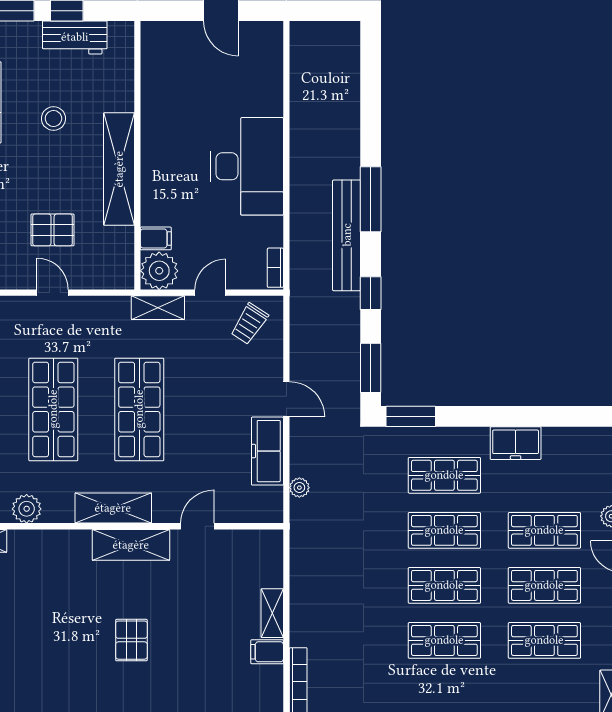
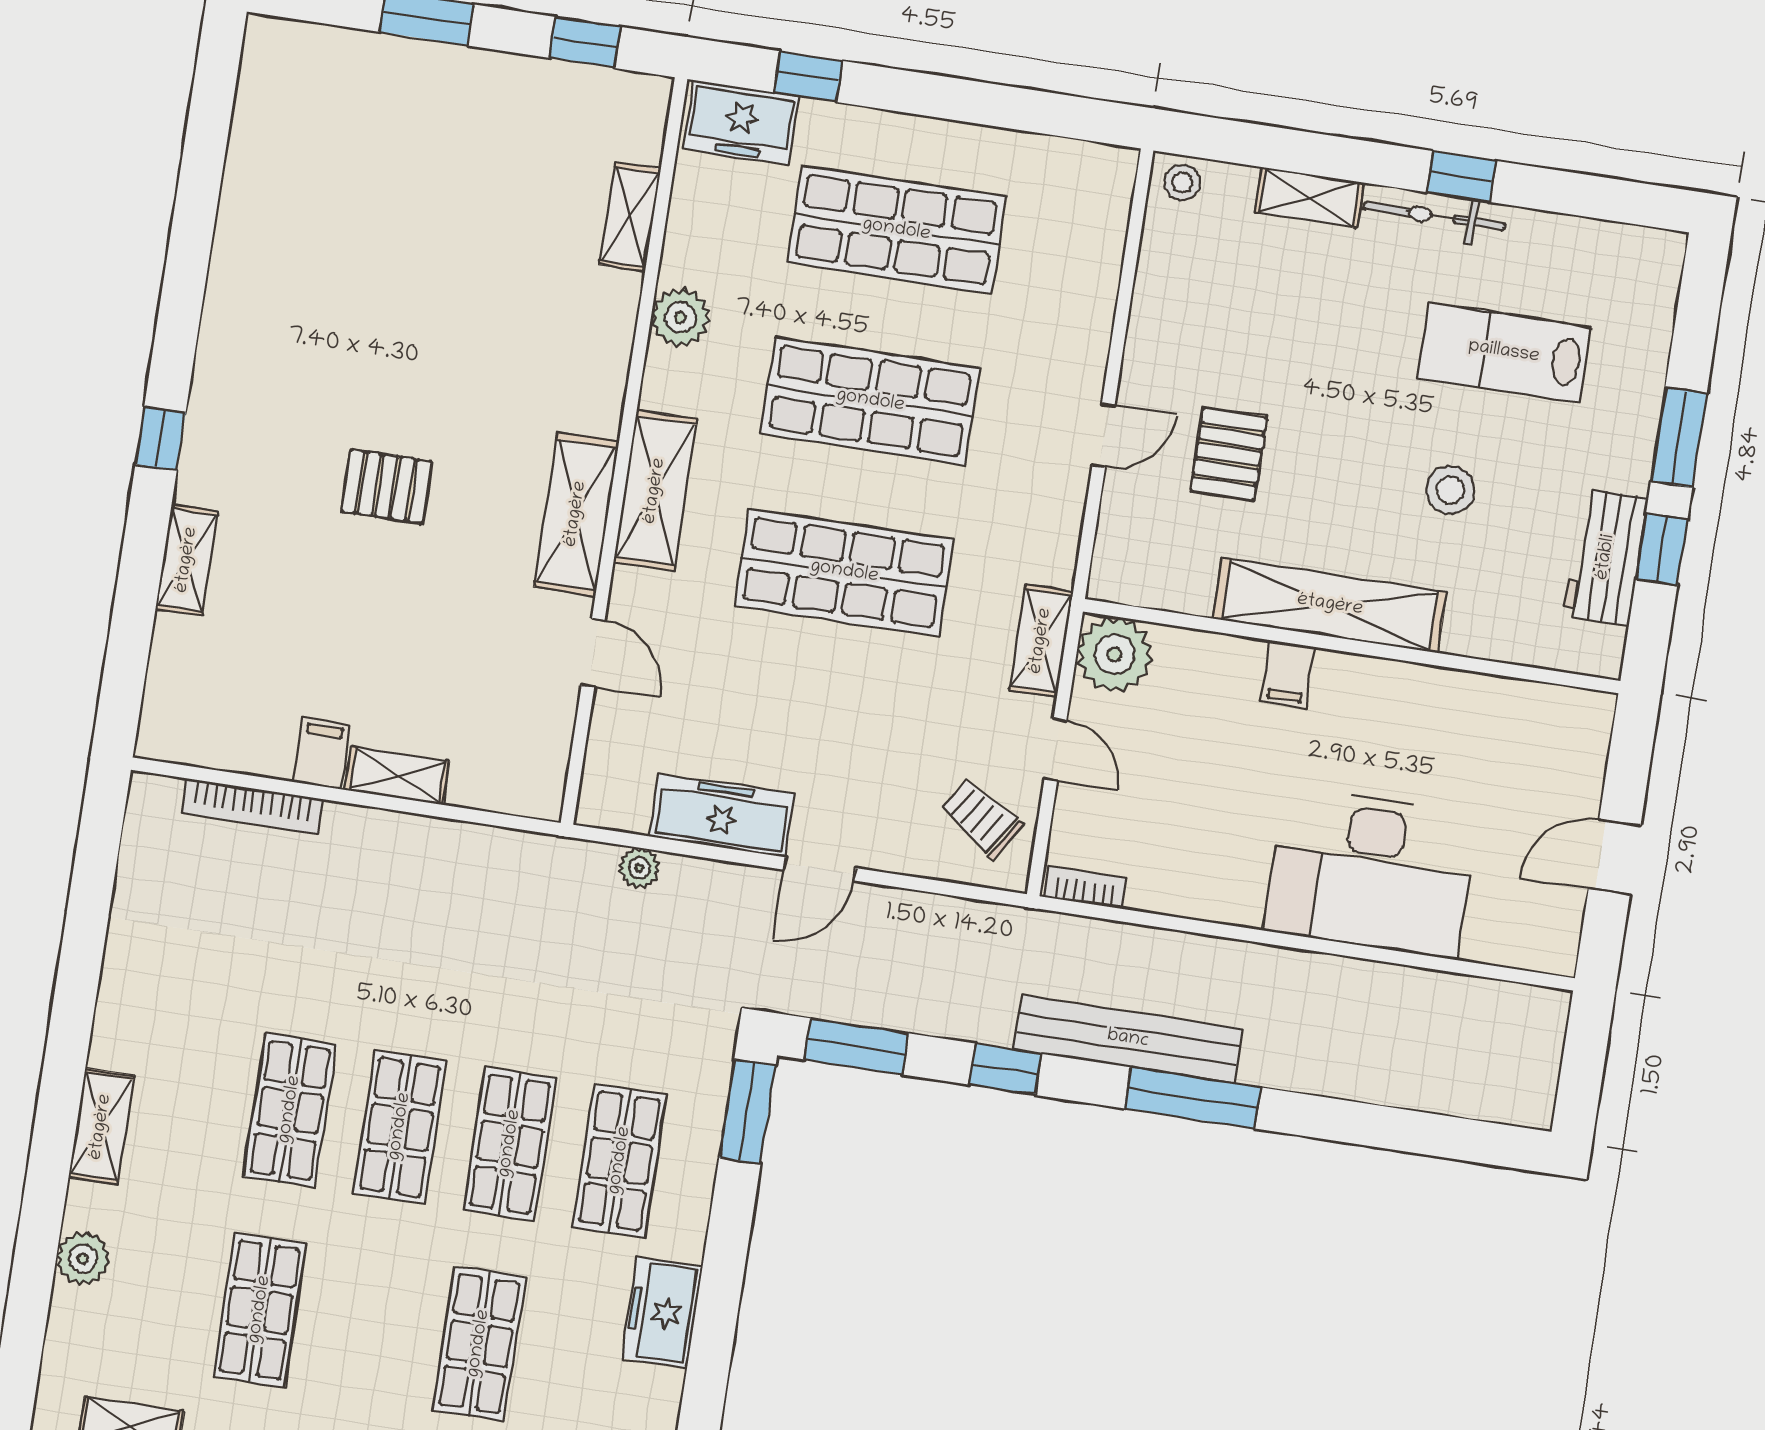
desk: (247, 166) -> (1371, 872), moved
filing cabinet: (156, 238) -> (1288, 674), moved
shop shelf: (544, 585) -> (369, 1327), removed

